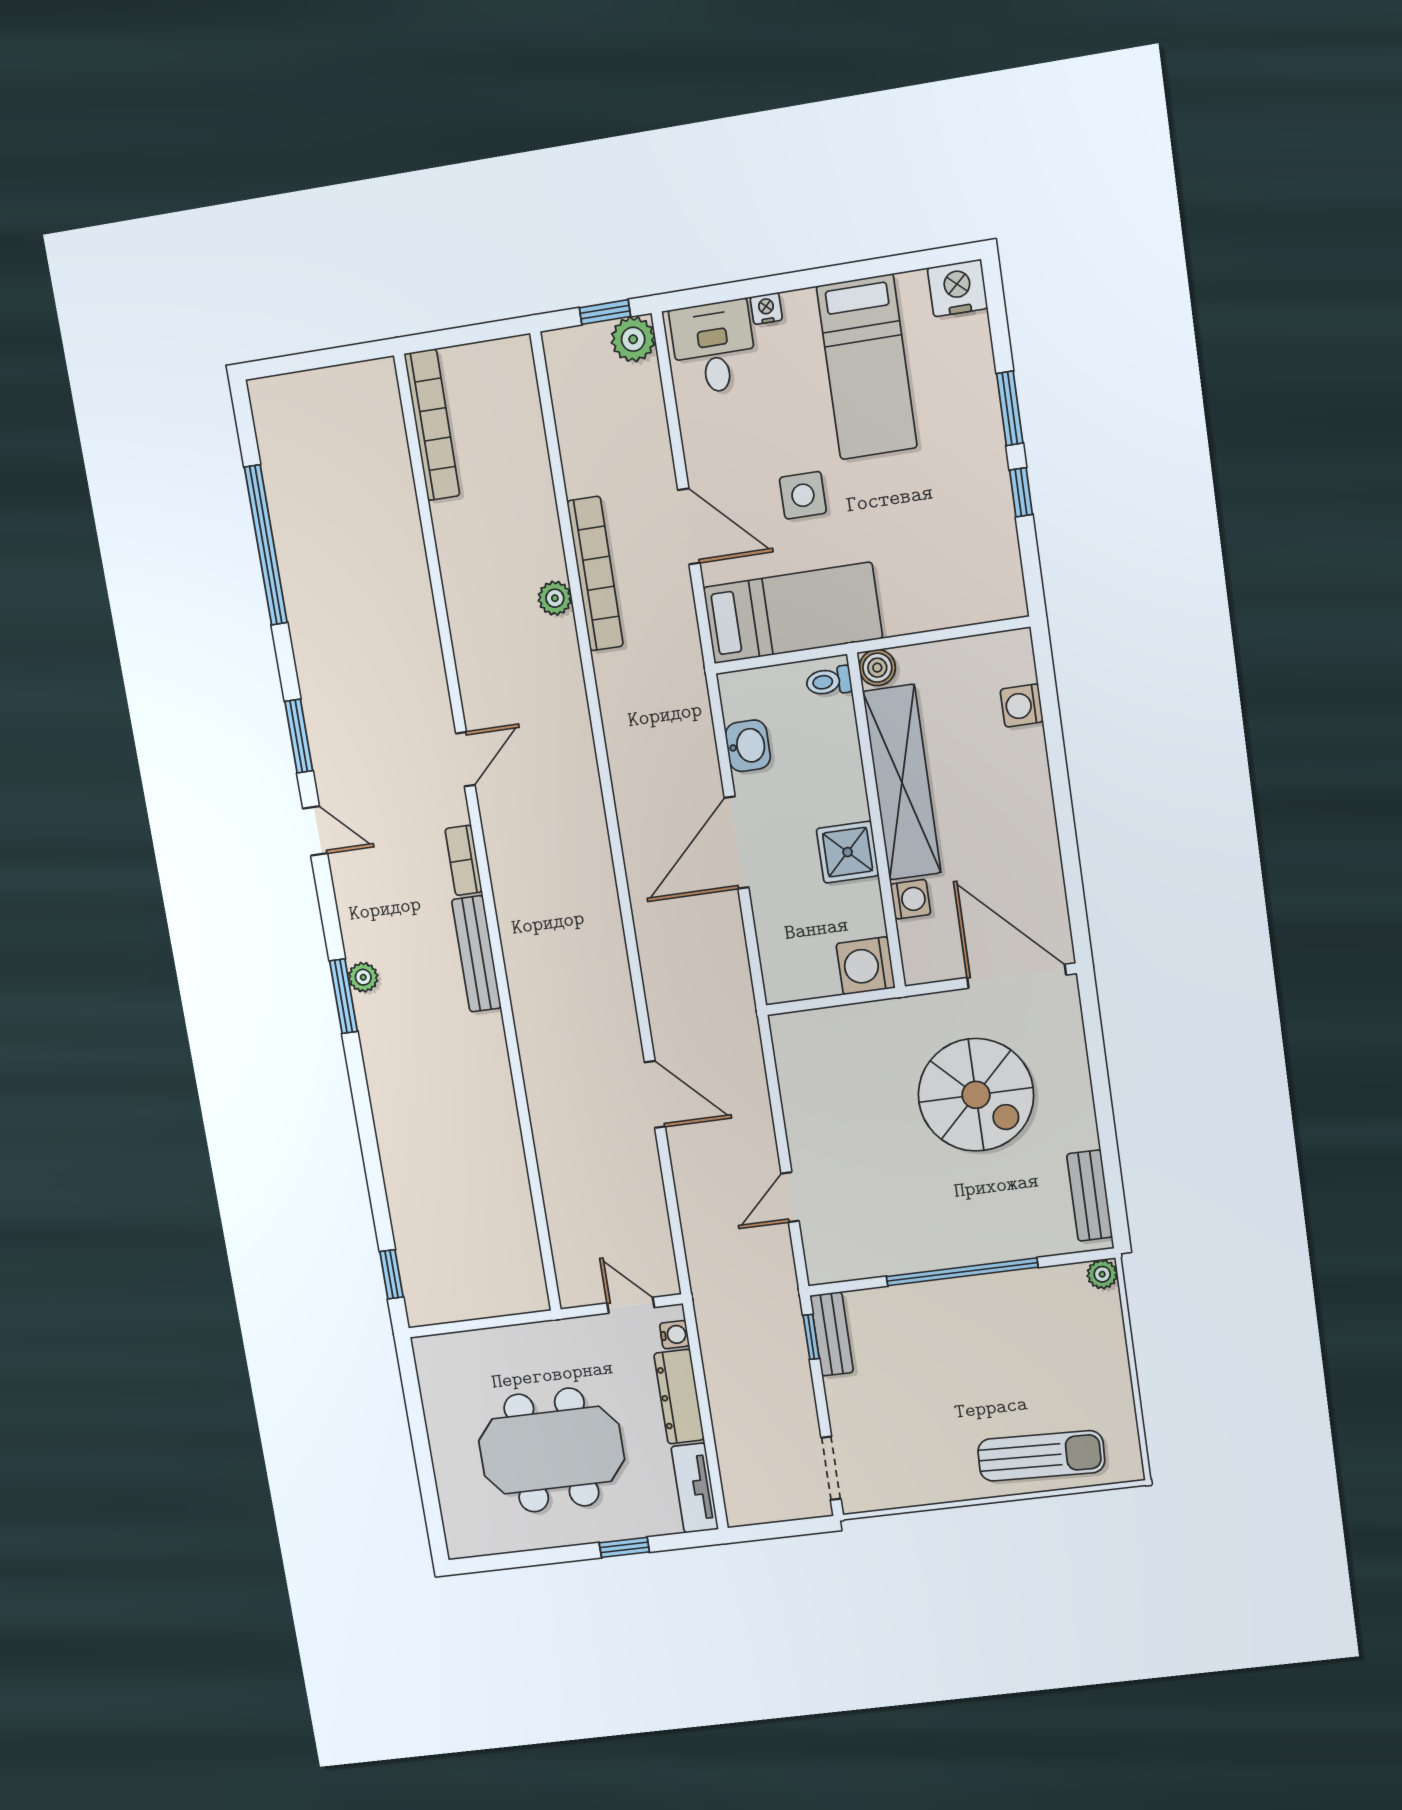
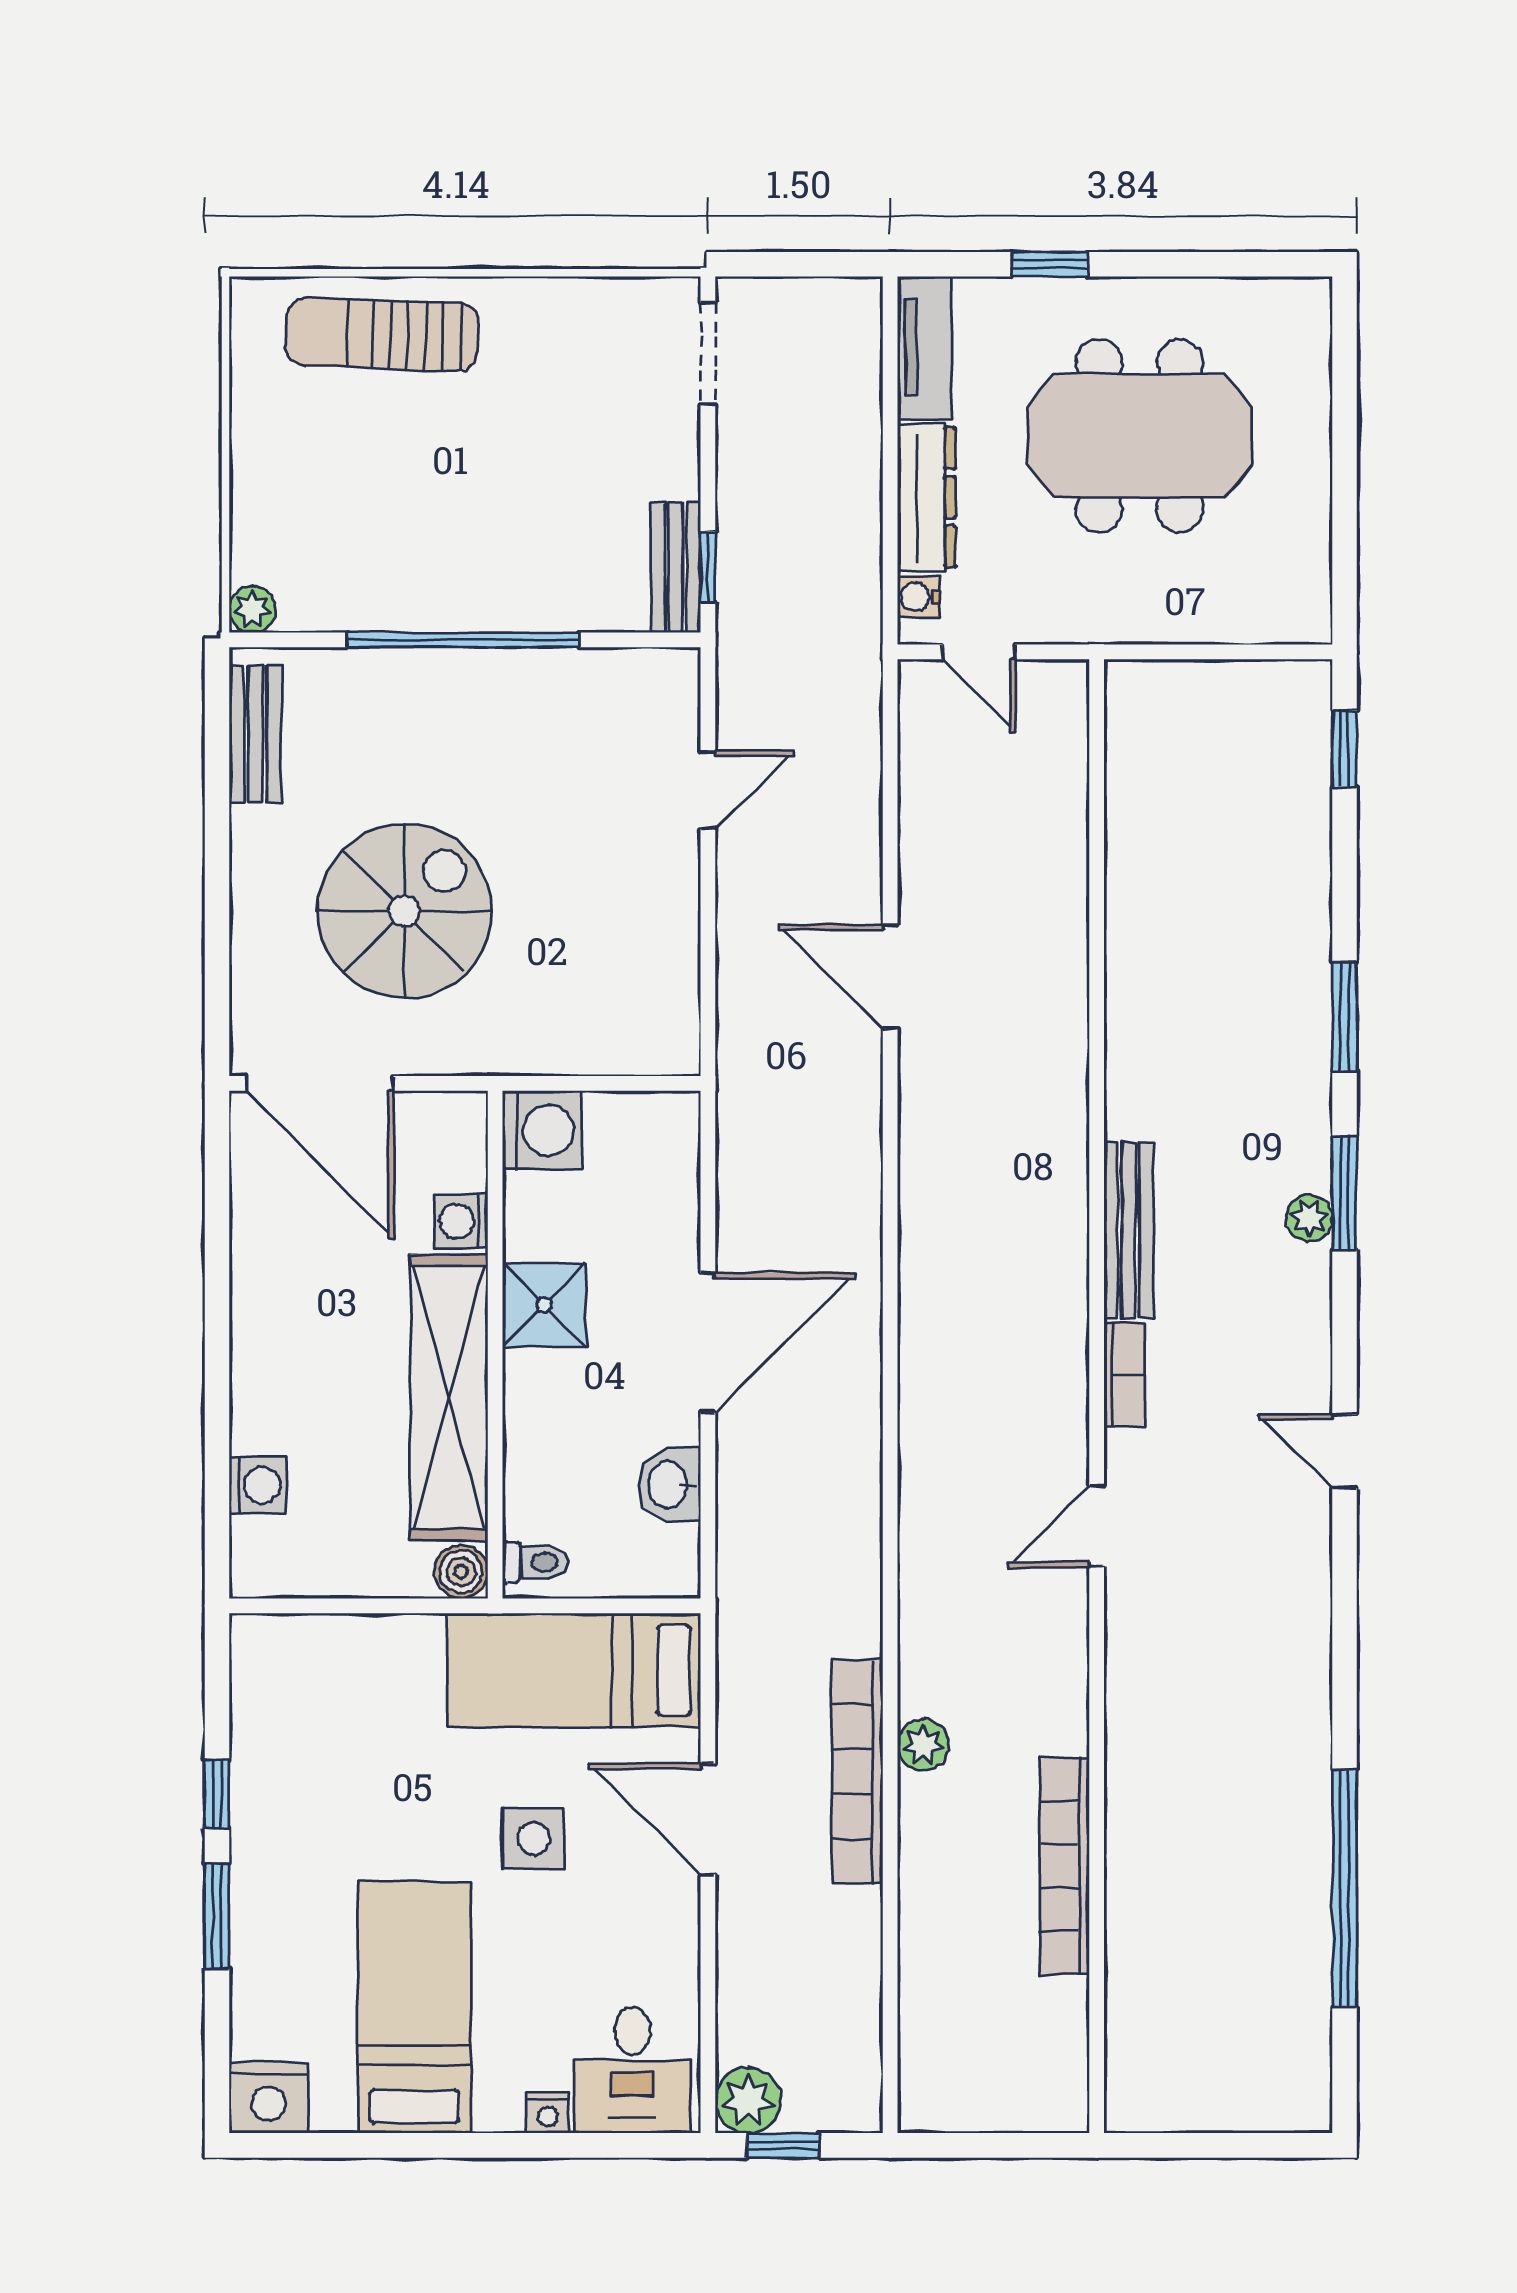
bookcase: (432, 425) -> (1065, 1866), moved
window: (299, 736) -> (1345, 1017), moved
spiral stairs: (976, 1095) -> (404, 911), turned 90

